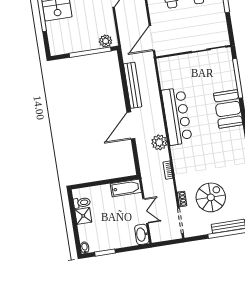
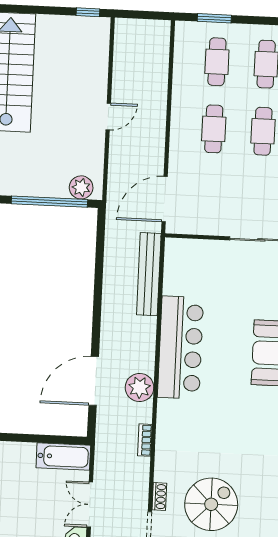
bench: (133, 85) -> (149, 274), moved
door: (131, 125) -> (94, 381), moved
double door: (145, 211) -> (90, 505), swing flipped

